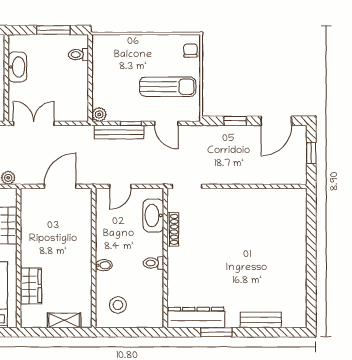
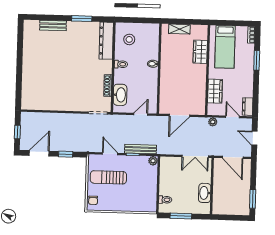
stool: (118, 305) -> (129, 39), moved
dresser: (196, 317) -> (106, 41), moved, turned 90

